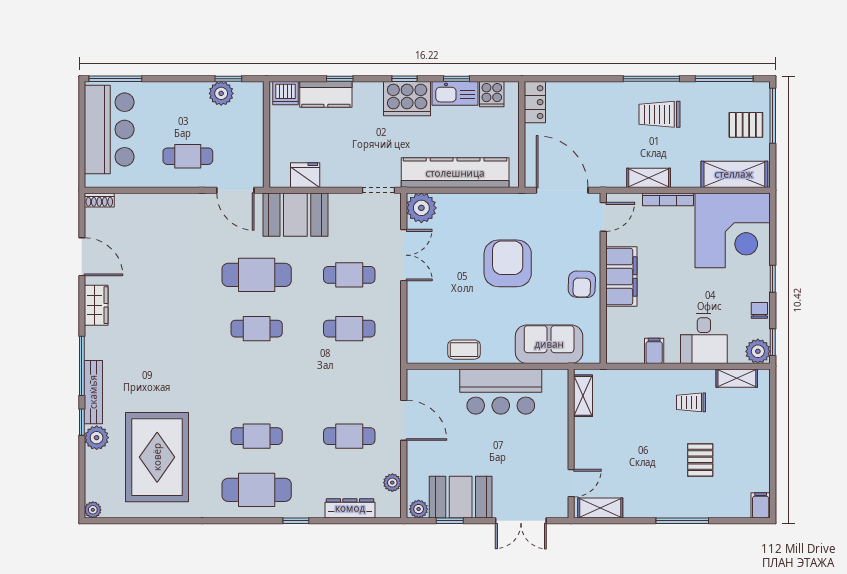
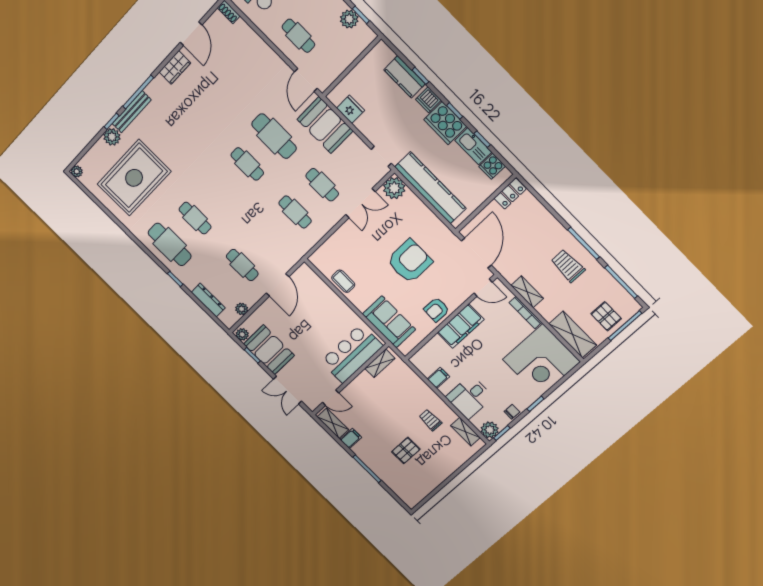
dishwasher: (285, 93) -> (428, 100), moved
bar counter: (501, 391) -> (352, 354), moved, turned 90
filing cabinet: (761, 505) -> (351, 438), moved

